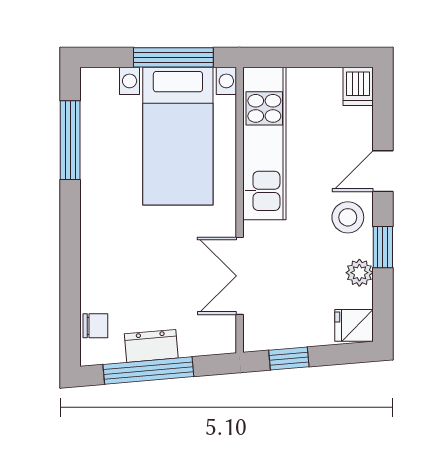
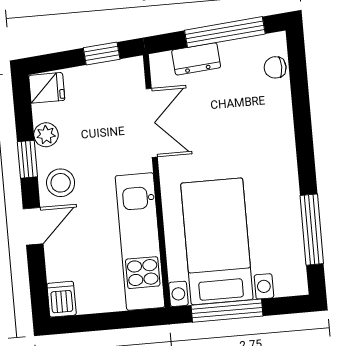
dresser: (151, 346) -> (196, 59), moved

